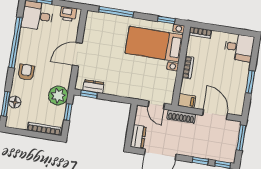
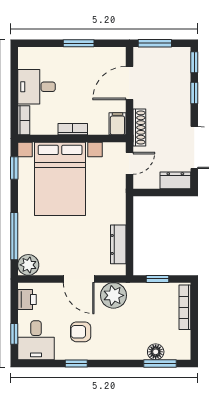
plant: (94, 19) -> (28, 265), added
window: (15, 42) -> (76, 364), width x0.32
bed with nightstands: (154, 44) -> (60, 179), width x1.36
desk: (239, 47) -> (37, 87), moved, turned -90
armchair: (26, 72) -> (81, 332), moved
dresser: (94, 87) -> (118, 244), width x1.44
window: (89, 94) -> (129, 255), removed
plant: (58, 96) -> (113, 295), moved

